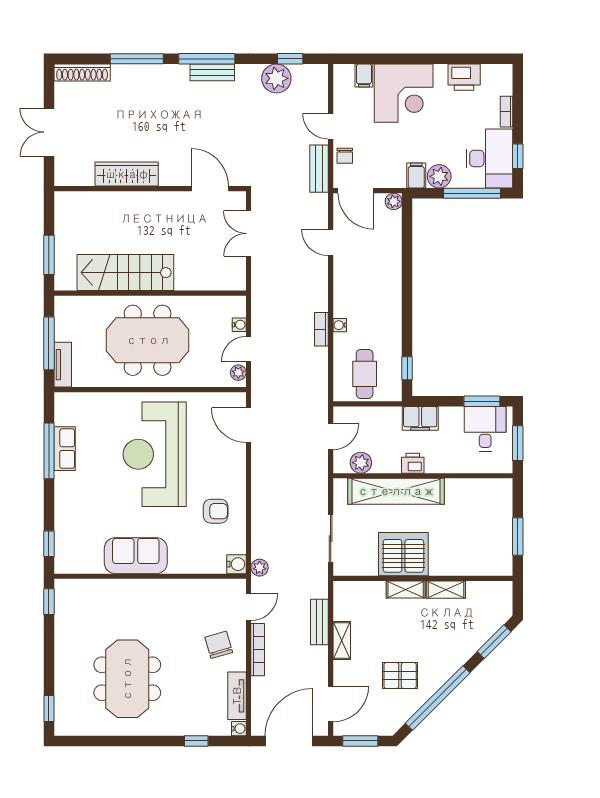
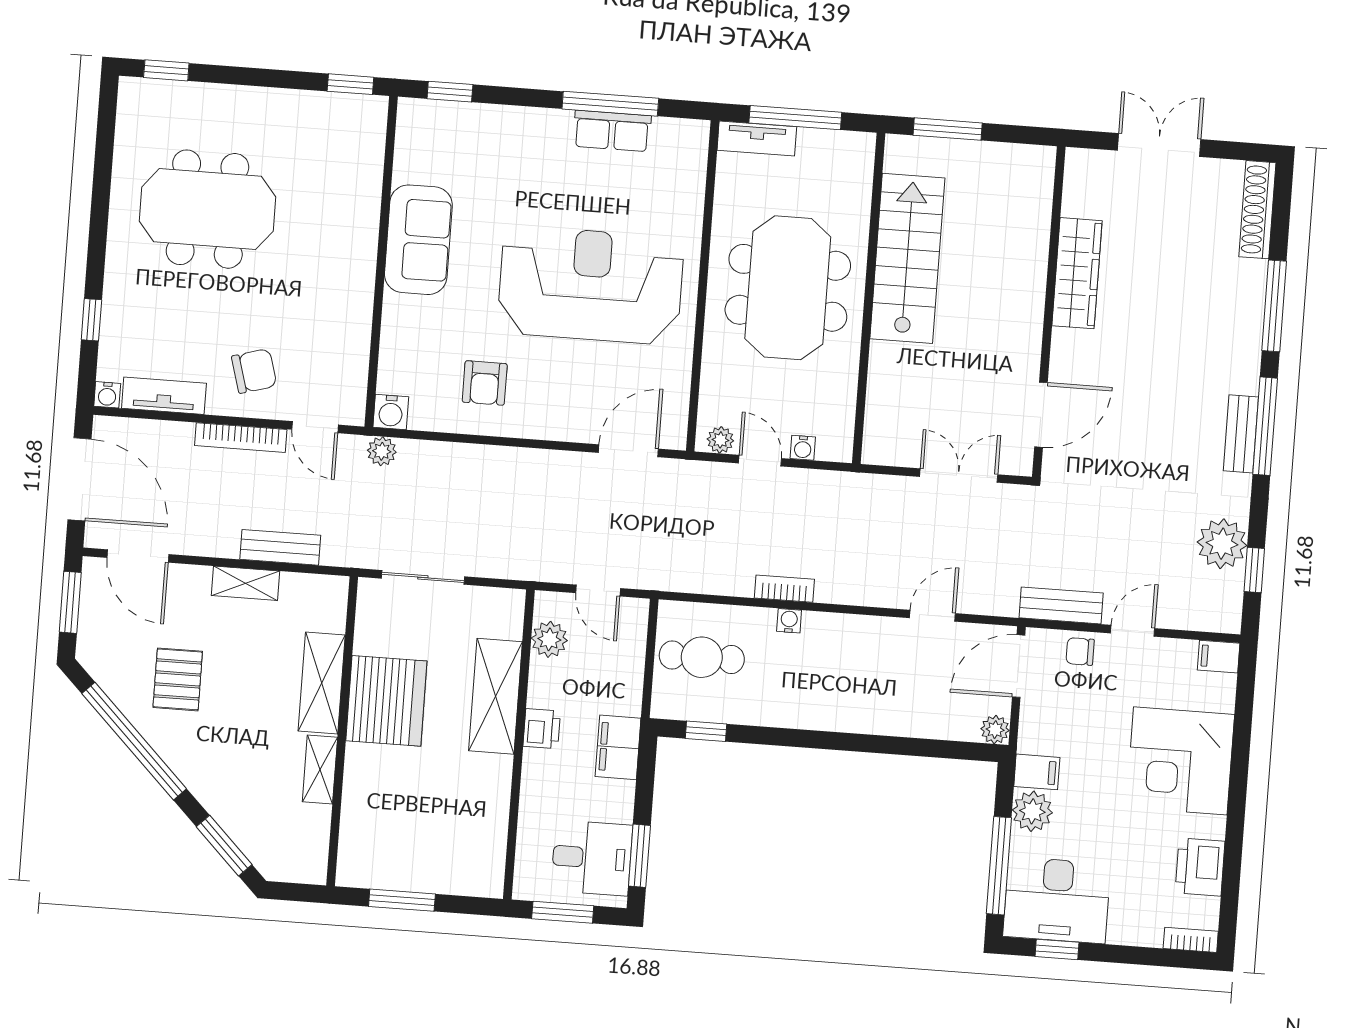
filing cabinet: (364, 76) -> (1219, 657), moved
bookcase: (507, 112) -> (1191, 940), moved
shelving: (396, 491) -> (496, 696), width x0.68
shelving: (406, 589) -> (322, 683), width x1.50, depth x1.33

